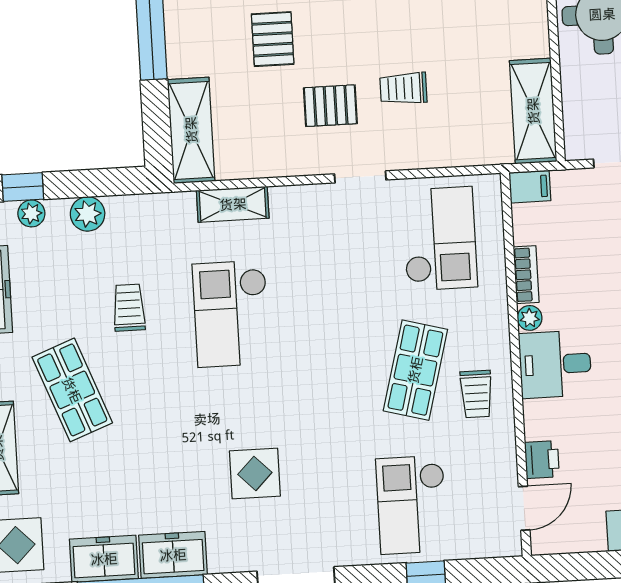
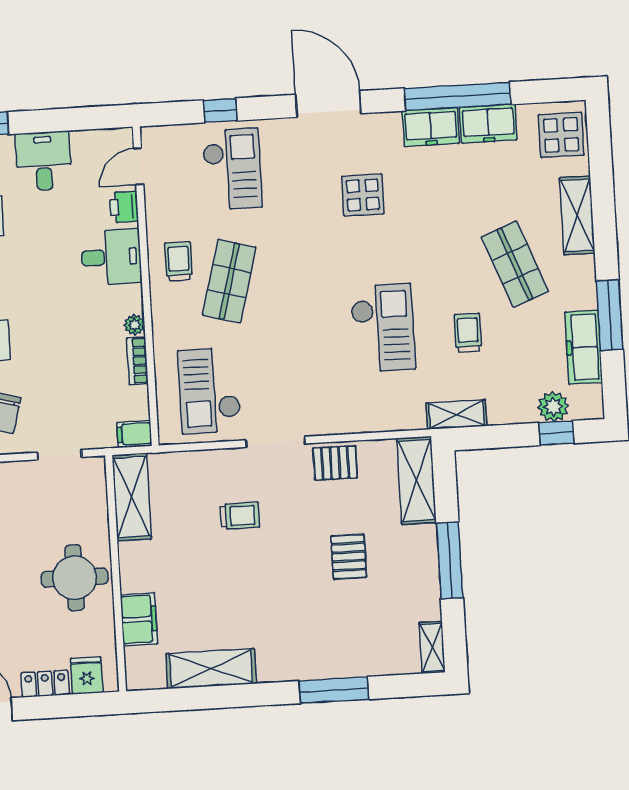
pallet: (330, 106) -> (335, 463), moved
doorway: (360, 177) -> (276, 442), width x1.38
shelving: (233, 204) -> (456, 415), moved
plant: (31, 213) -> (553, 407), width x1.38, depth x1.38
plant: (88, 214) -> (502, 411), removed
trolley: (129, 308) -> (468, 333), turned 180
desk: (555, 364) -> (111, 257), moved

